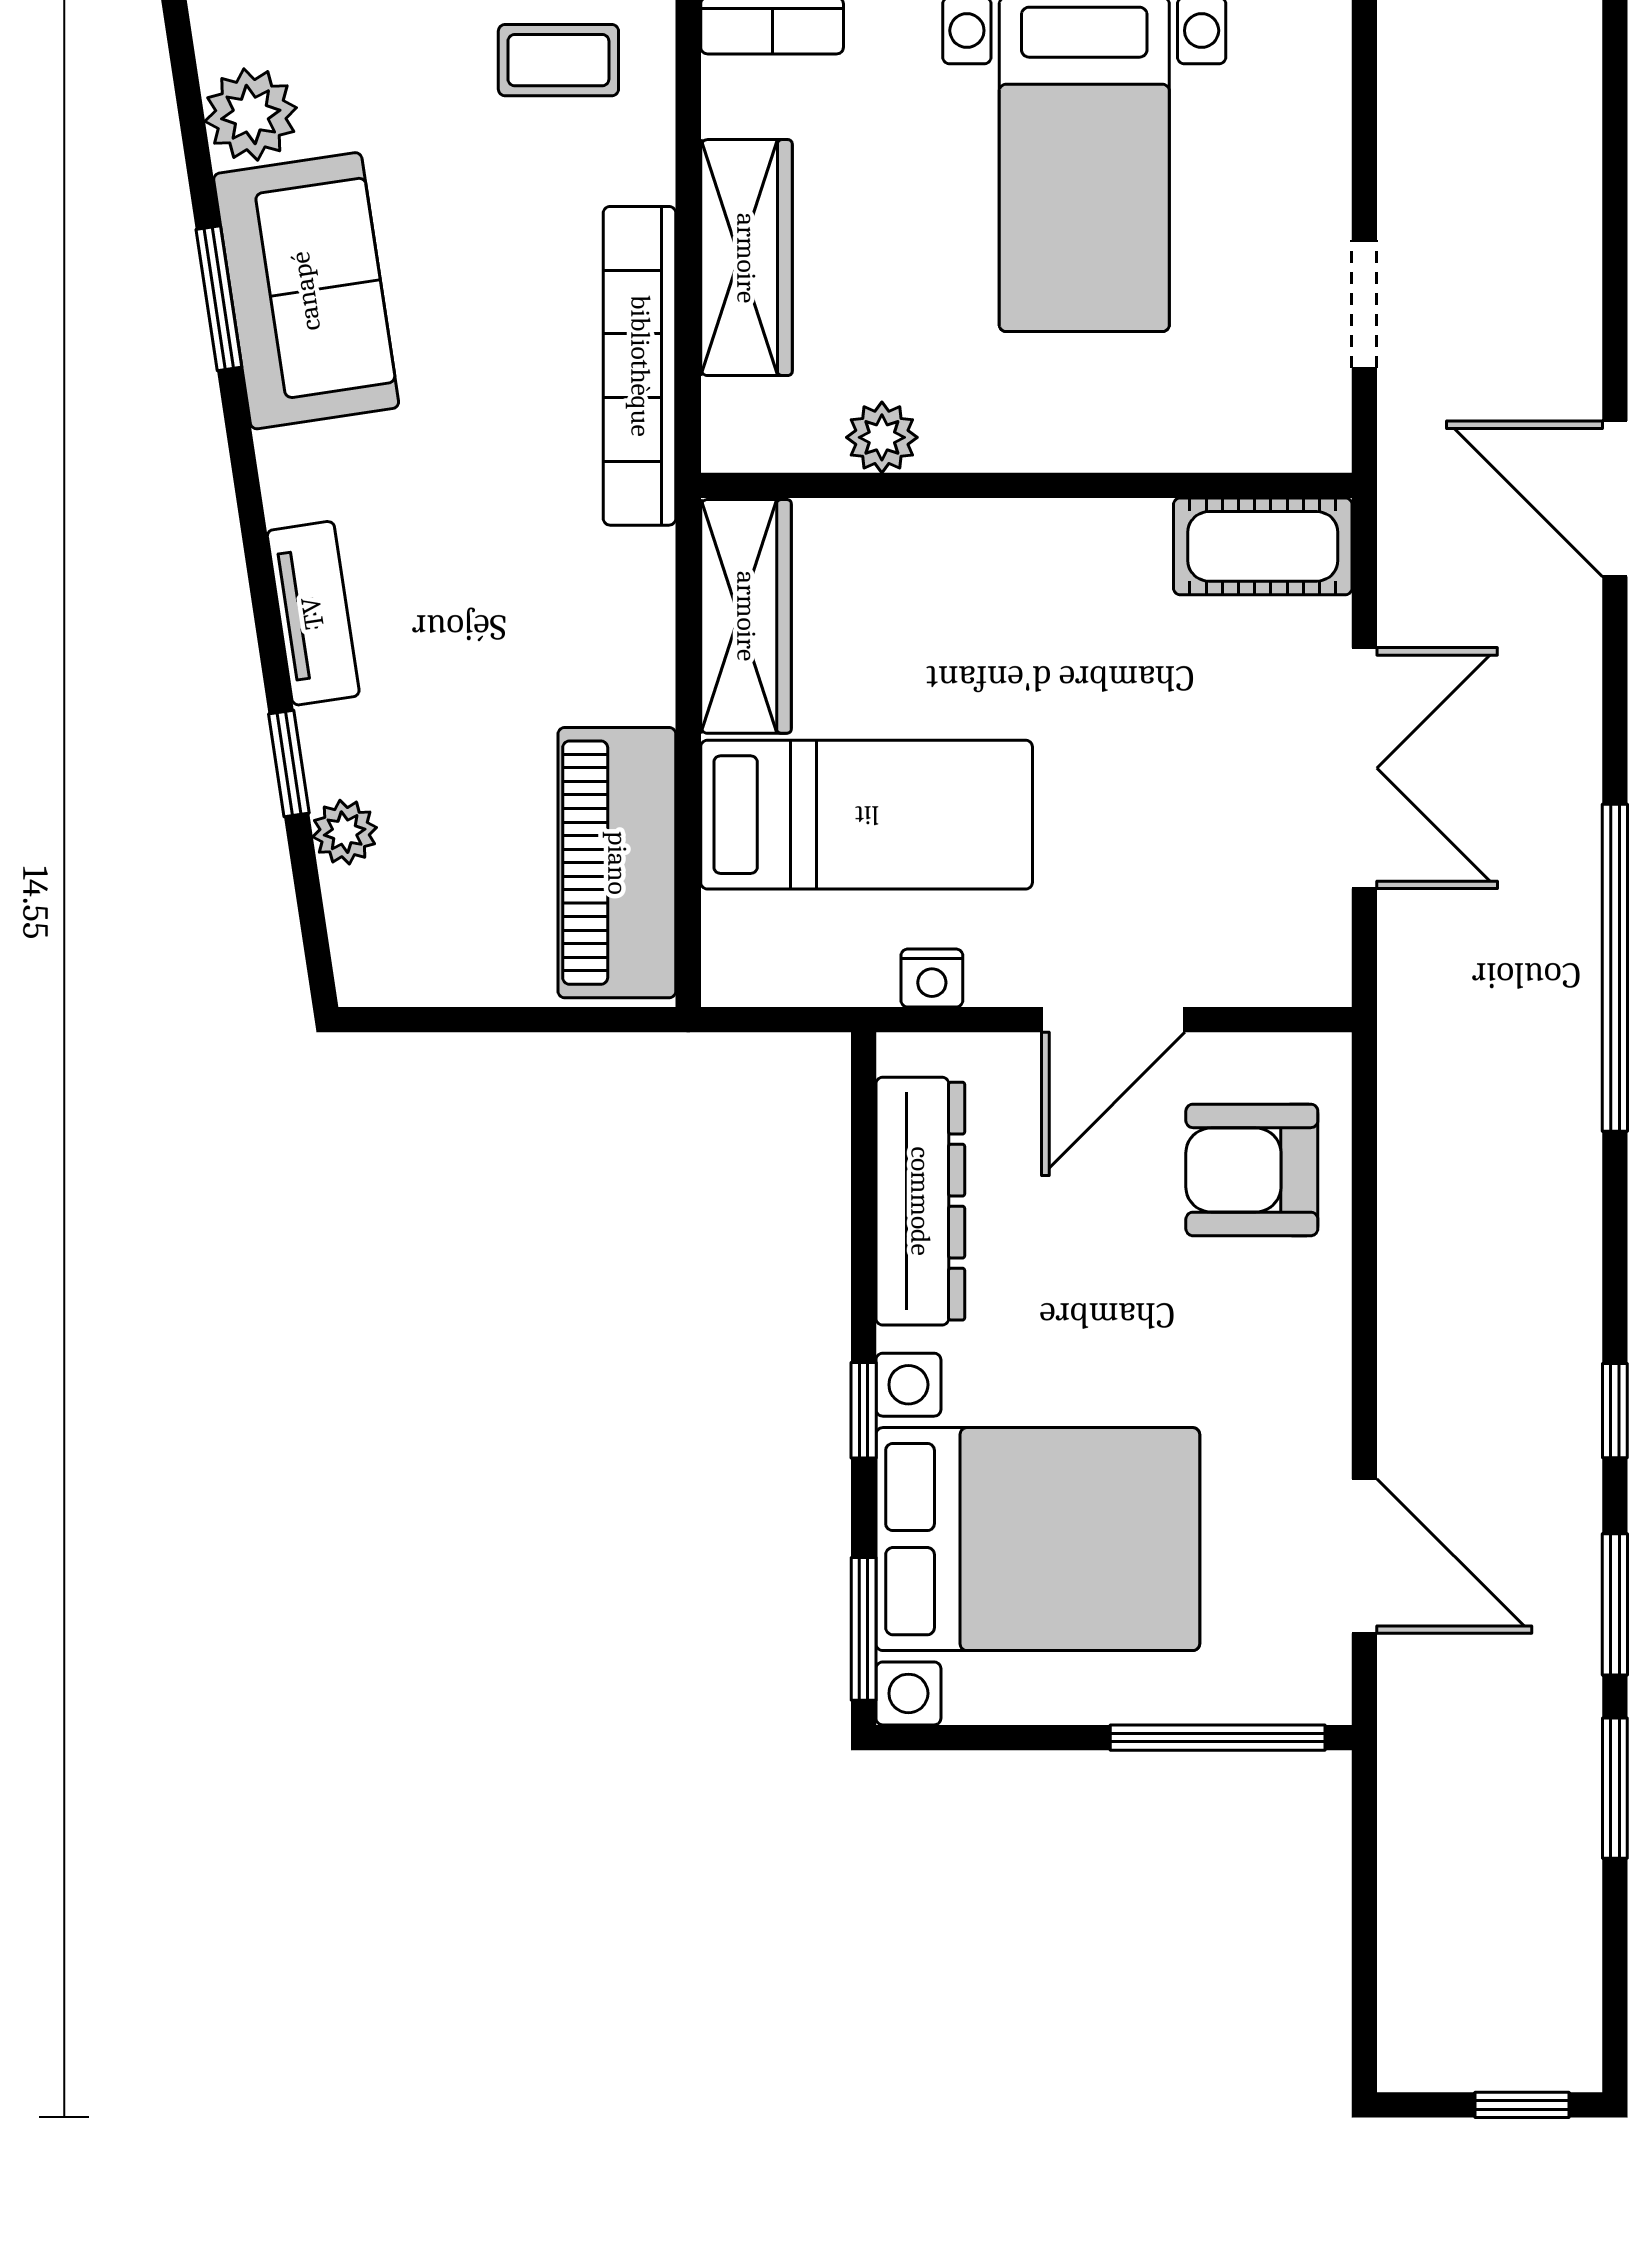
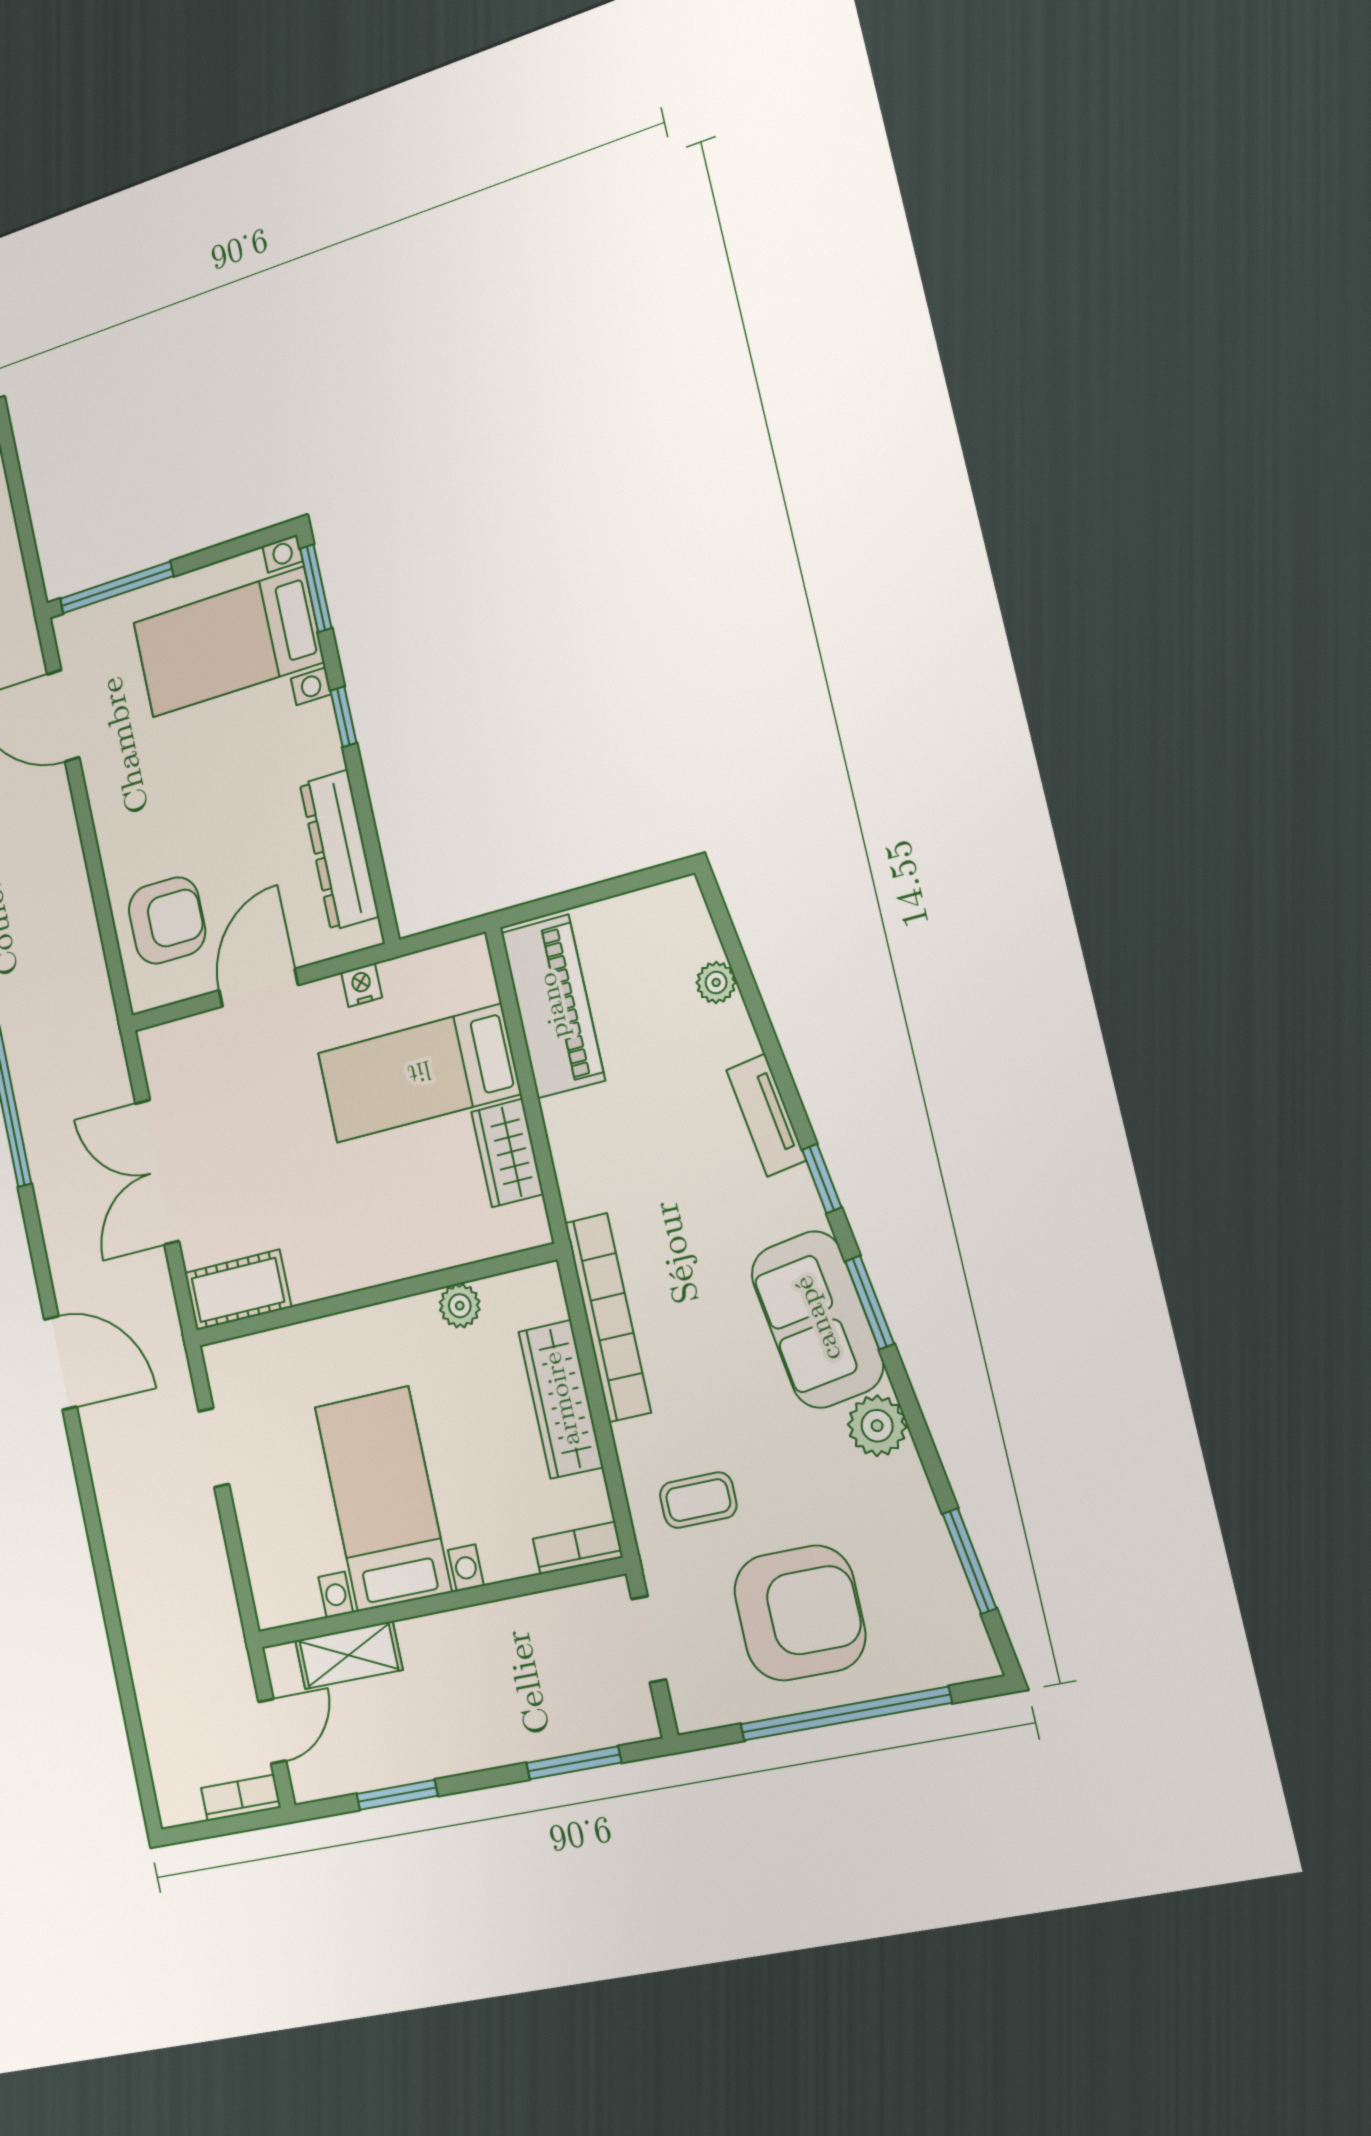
wardrobe: (746, 616) -> (507, 1153), width x0.67
window: (289, 763) -> (822, 1179), moved
bed with nightstands: (1038, 1539) -> (228, 642), width x0.73

